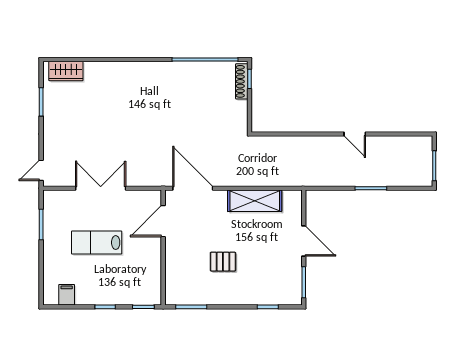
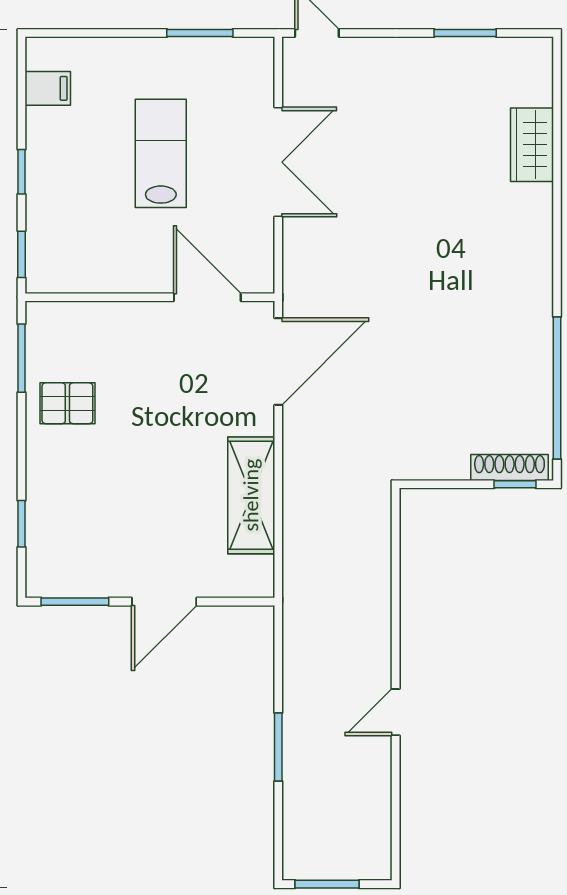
wardrobe: (66, 71) -> (532, 145), moved
pallet: (223, 262) -> (67, 403), moved, turned 90

